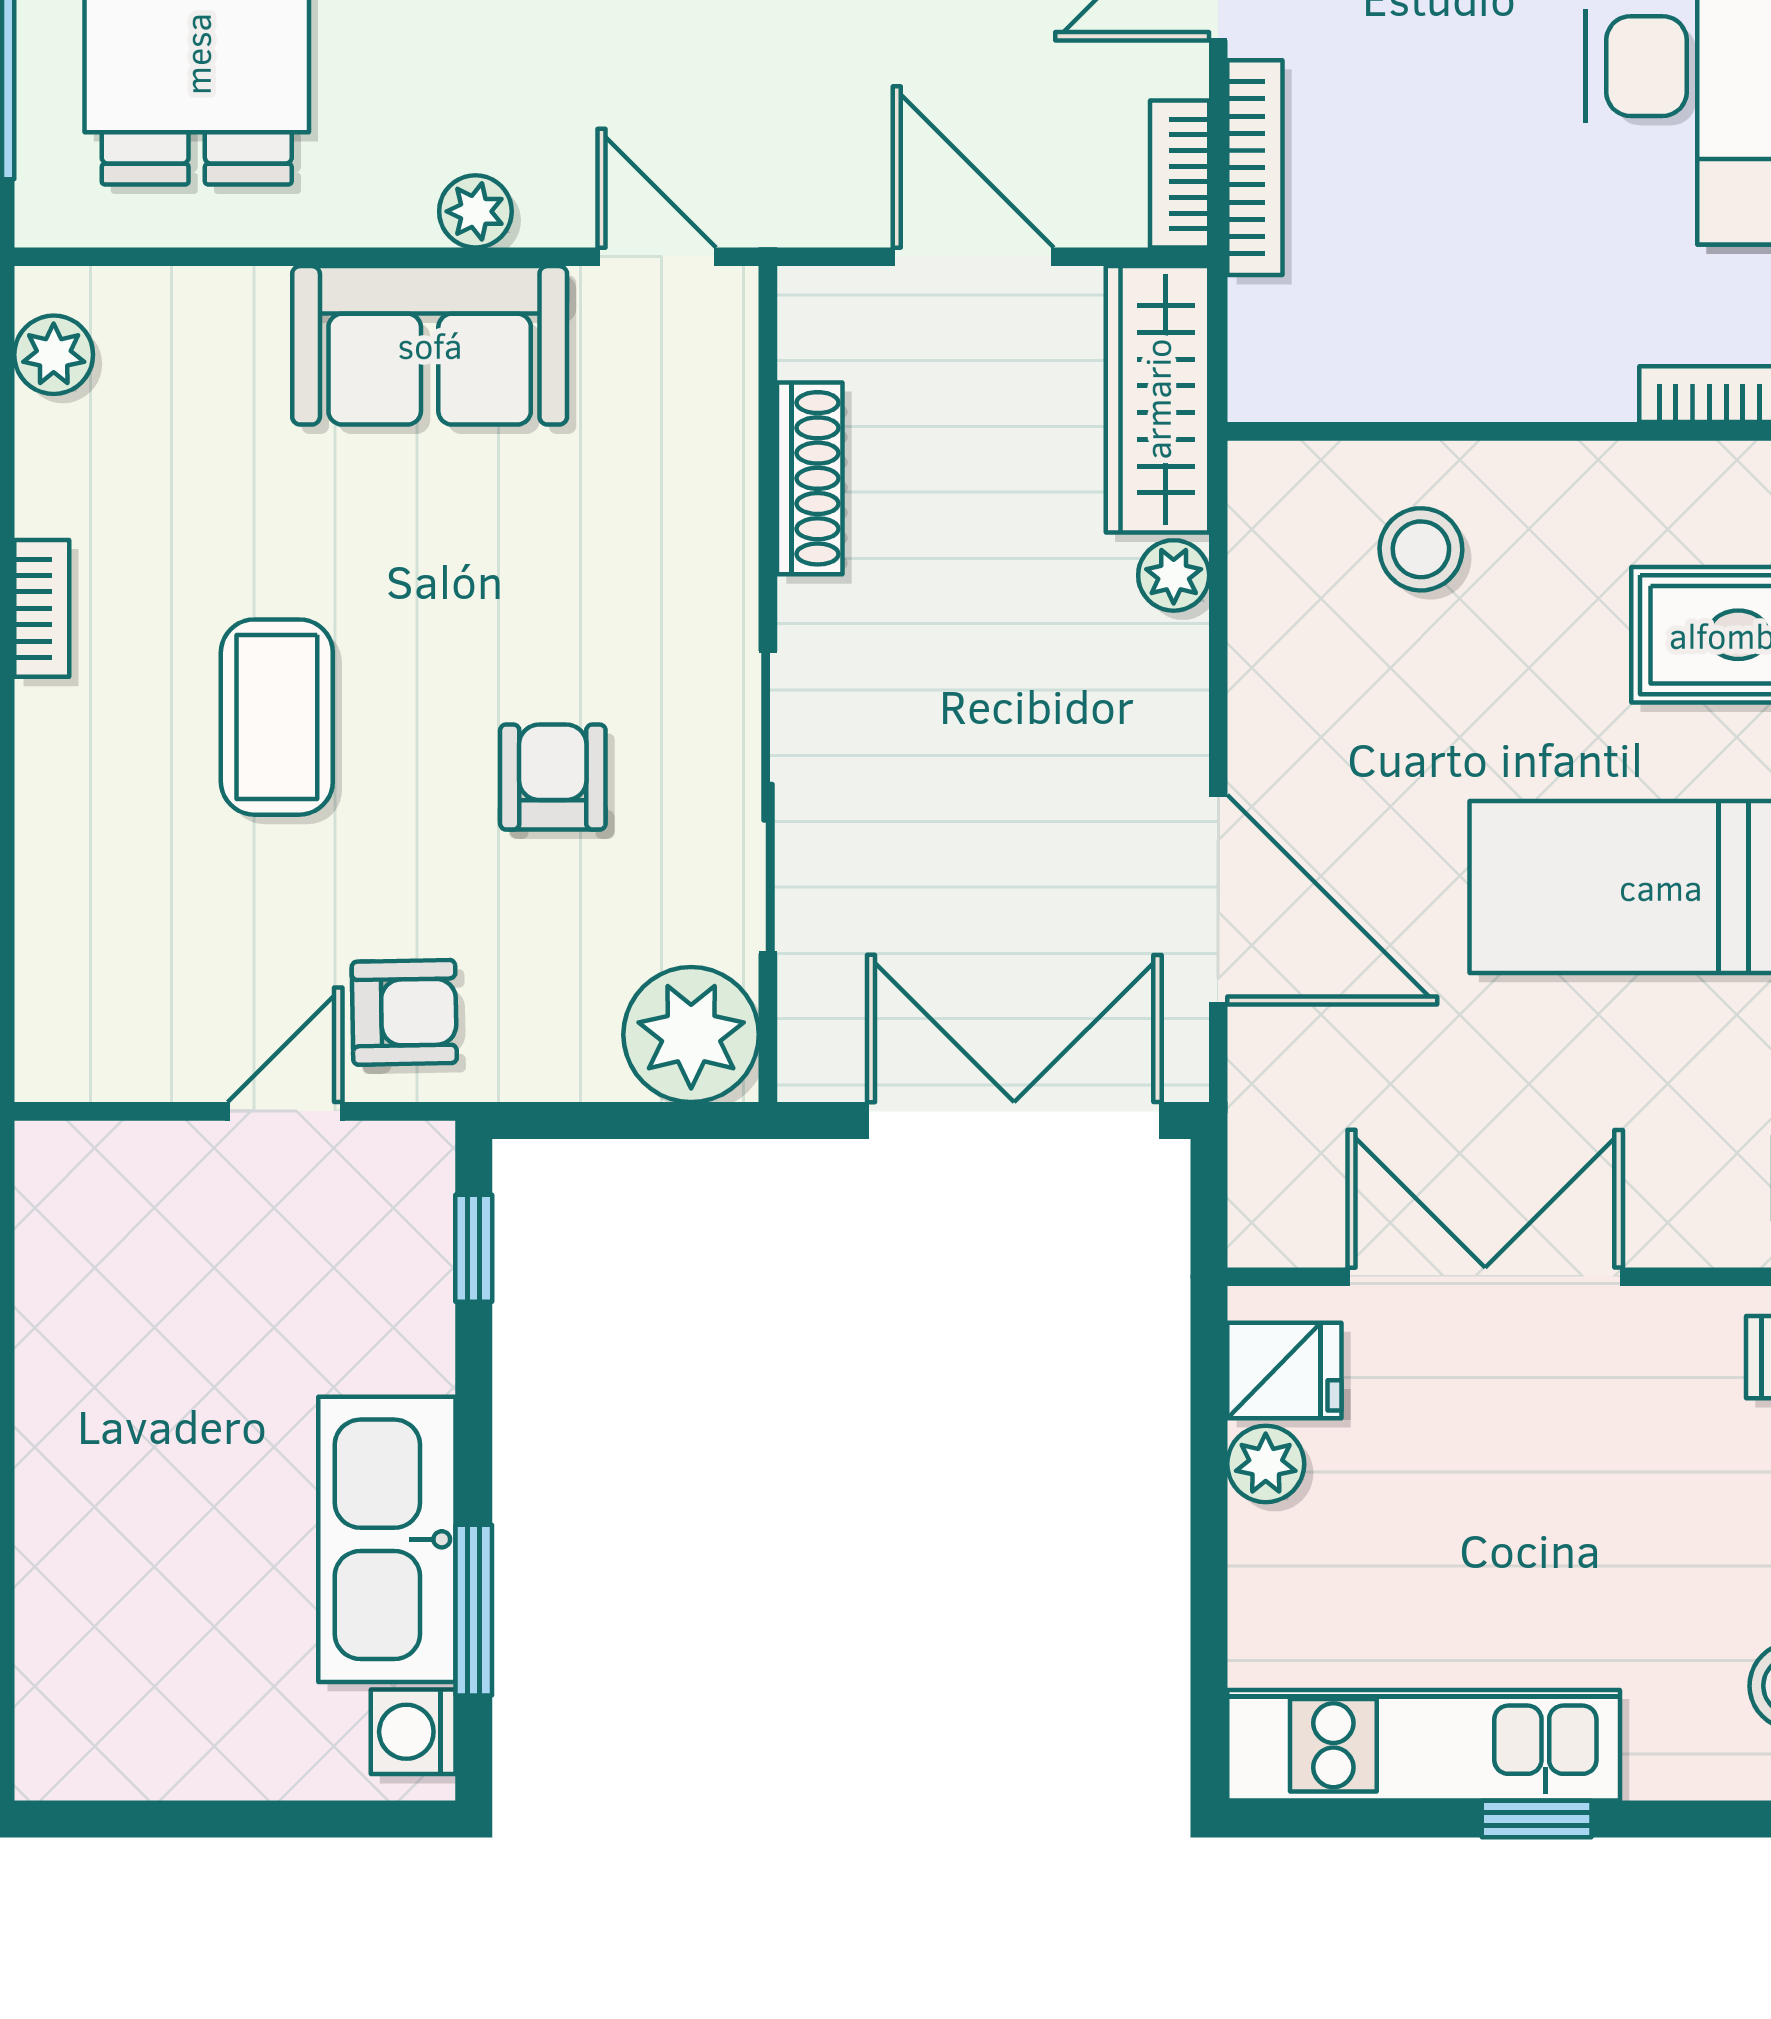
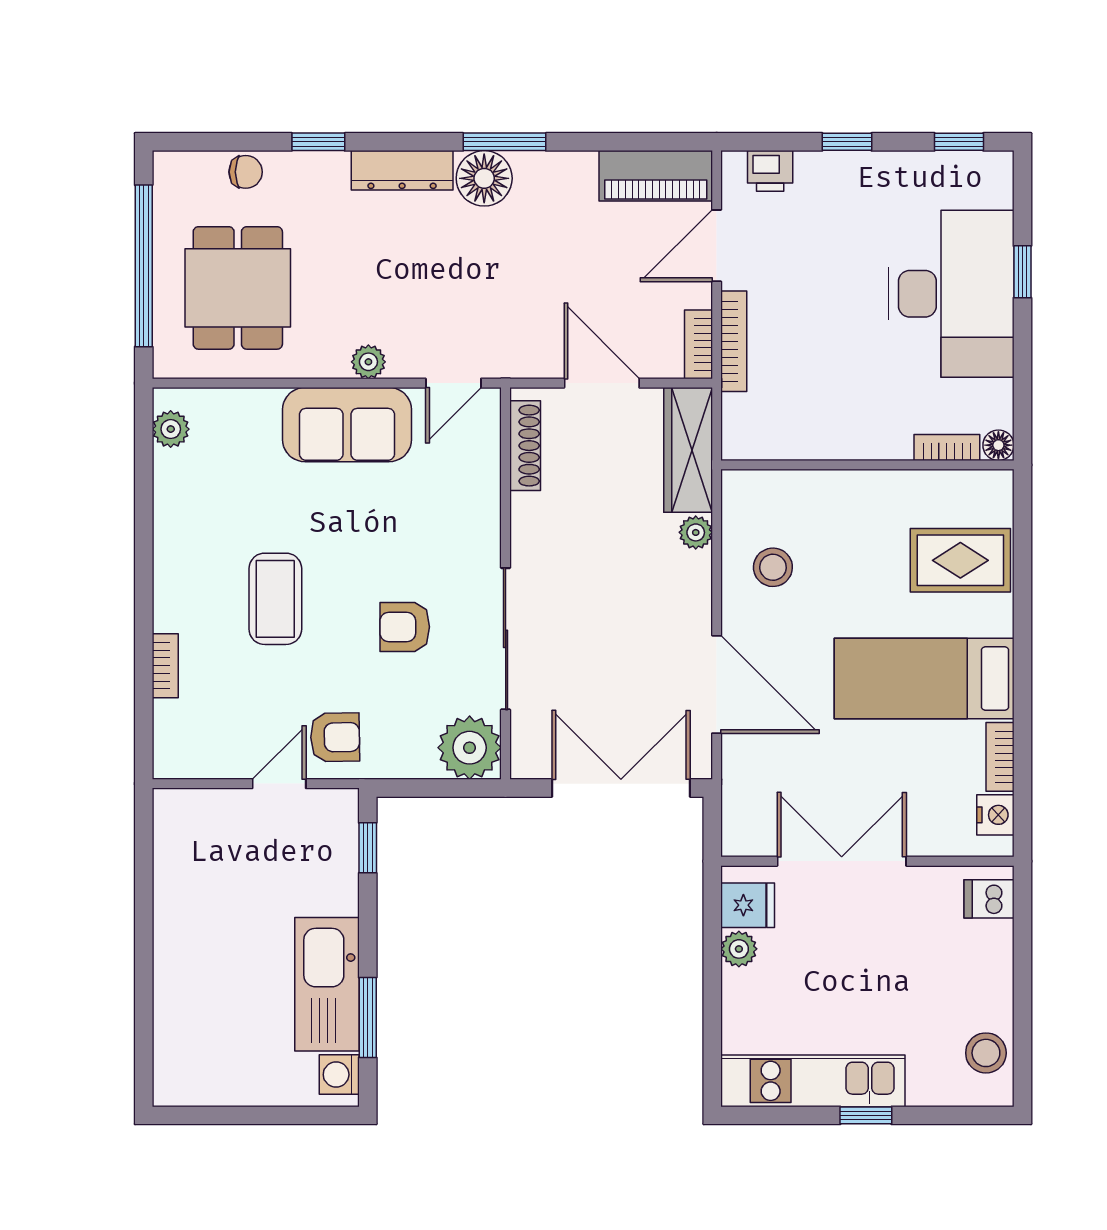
door: (657, 257) -> (453, 383), swing flipped
shoe rack: (810, 478) -> (525, 446), moved
stool: (1421, 549) -> (773, 567), moved
bookcase: (42, 608) -> (165, 666), moved
armchair: (553, 777) -> (405, 627), turned -90

